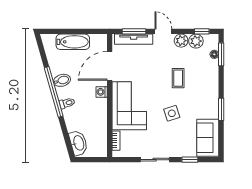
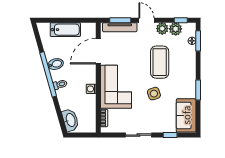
coffee table: (178, 78) -> (160, 62), width x1.86, depth x1.72
washing machine: (102, 92) -> (91, 89), moved

